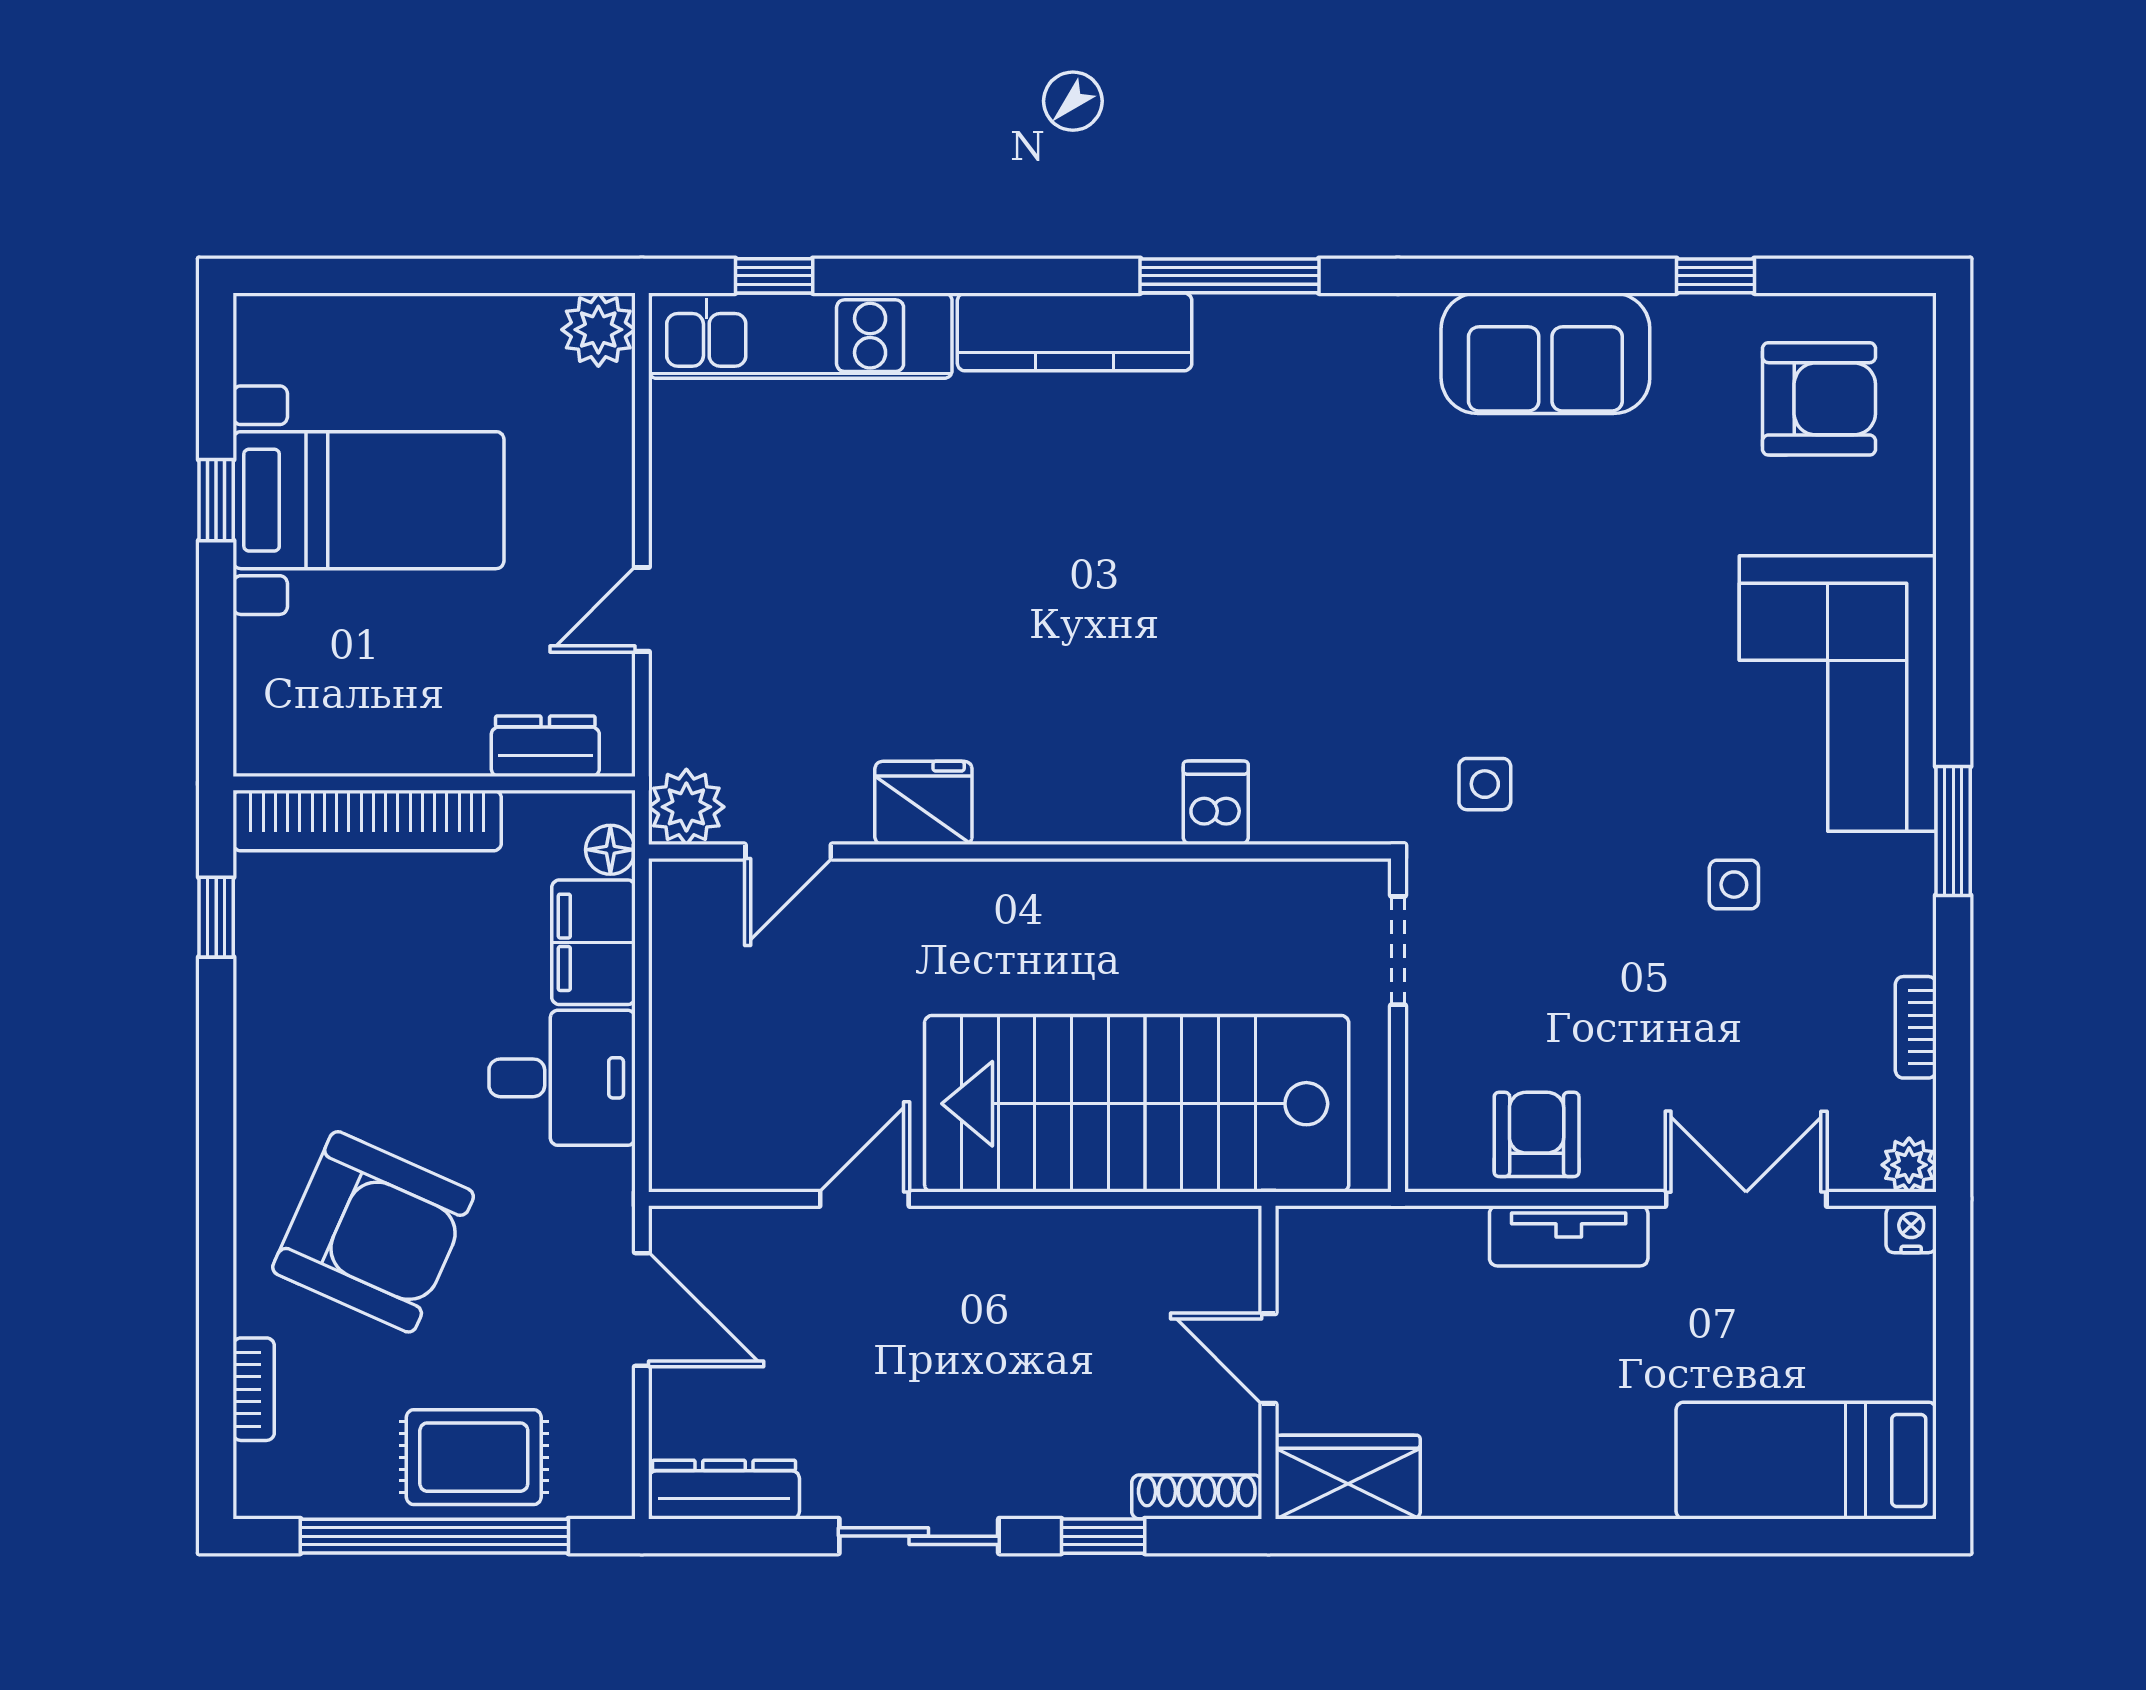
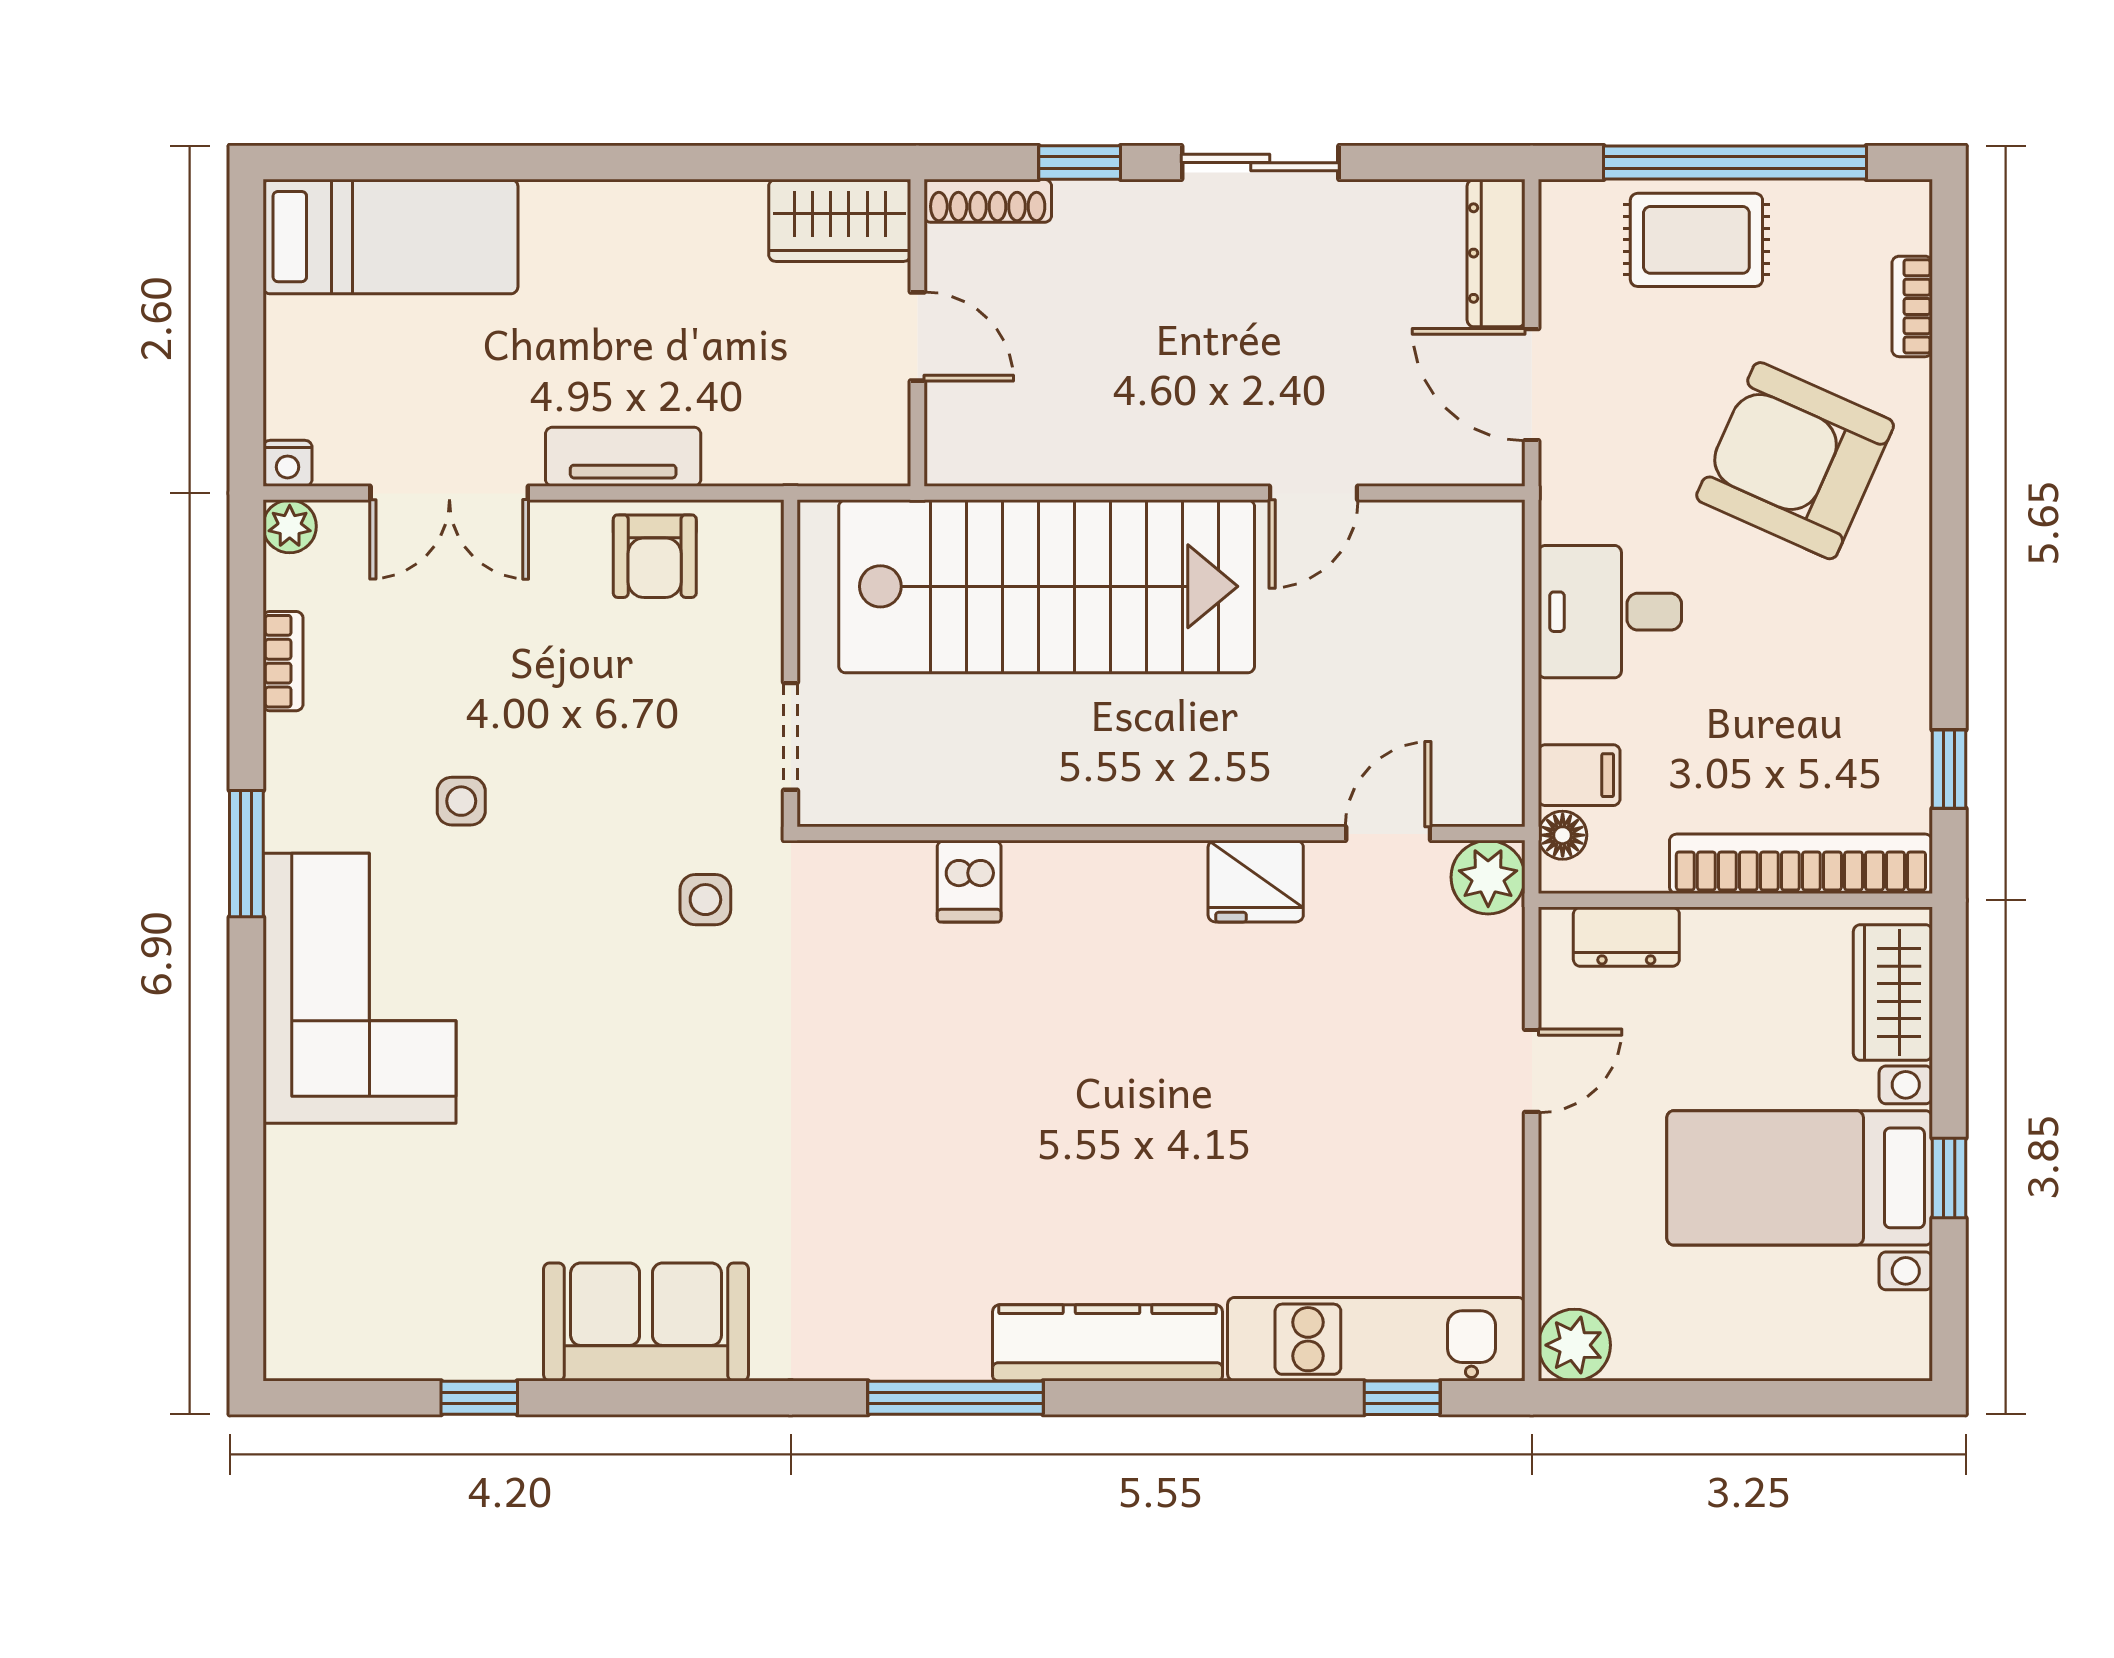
armchair: (1819, 399) -> (378, 1277), removed
wardrobe: (273, 689) -> (1893, 992), added
filing cabinet: (593, 942) -> (1579, 775), width x0.50
dresser: (724, 1490) -> (1496, 253), moved, turned 90

